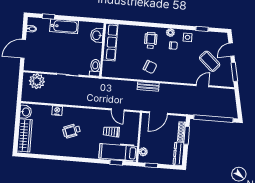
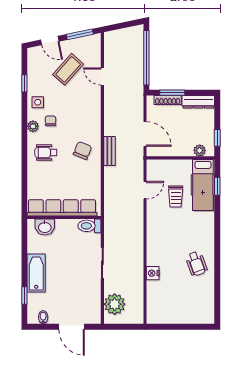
row of seats: (110, 42) -> (62, 208), width x1.36
washbasin: (26, 112) -> (158, 316), removed
wheelchair: (72, 131) -> (196, 264), moved
wardrobe: (25, 135) -> (190, 315), removed

